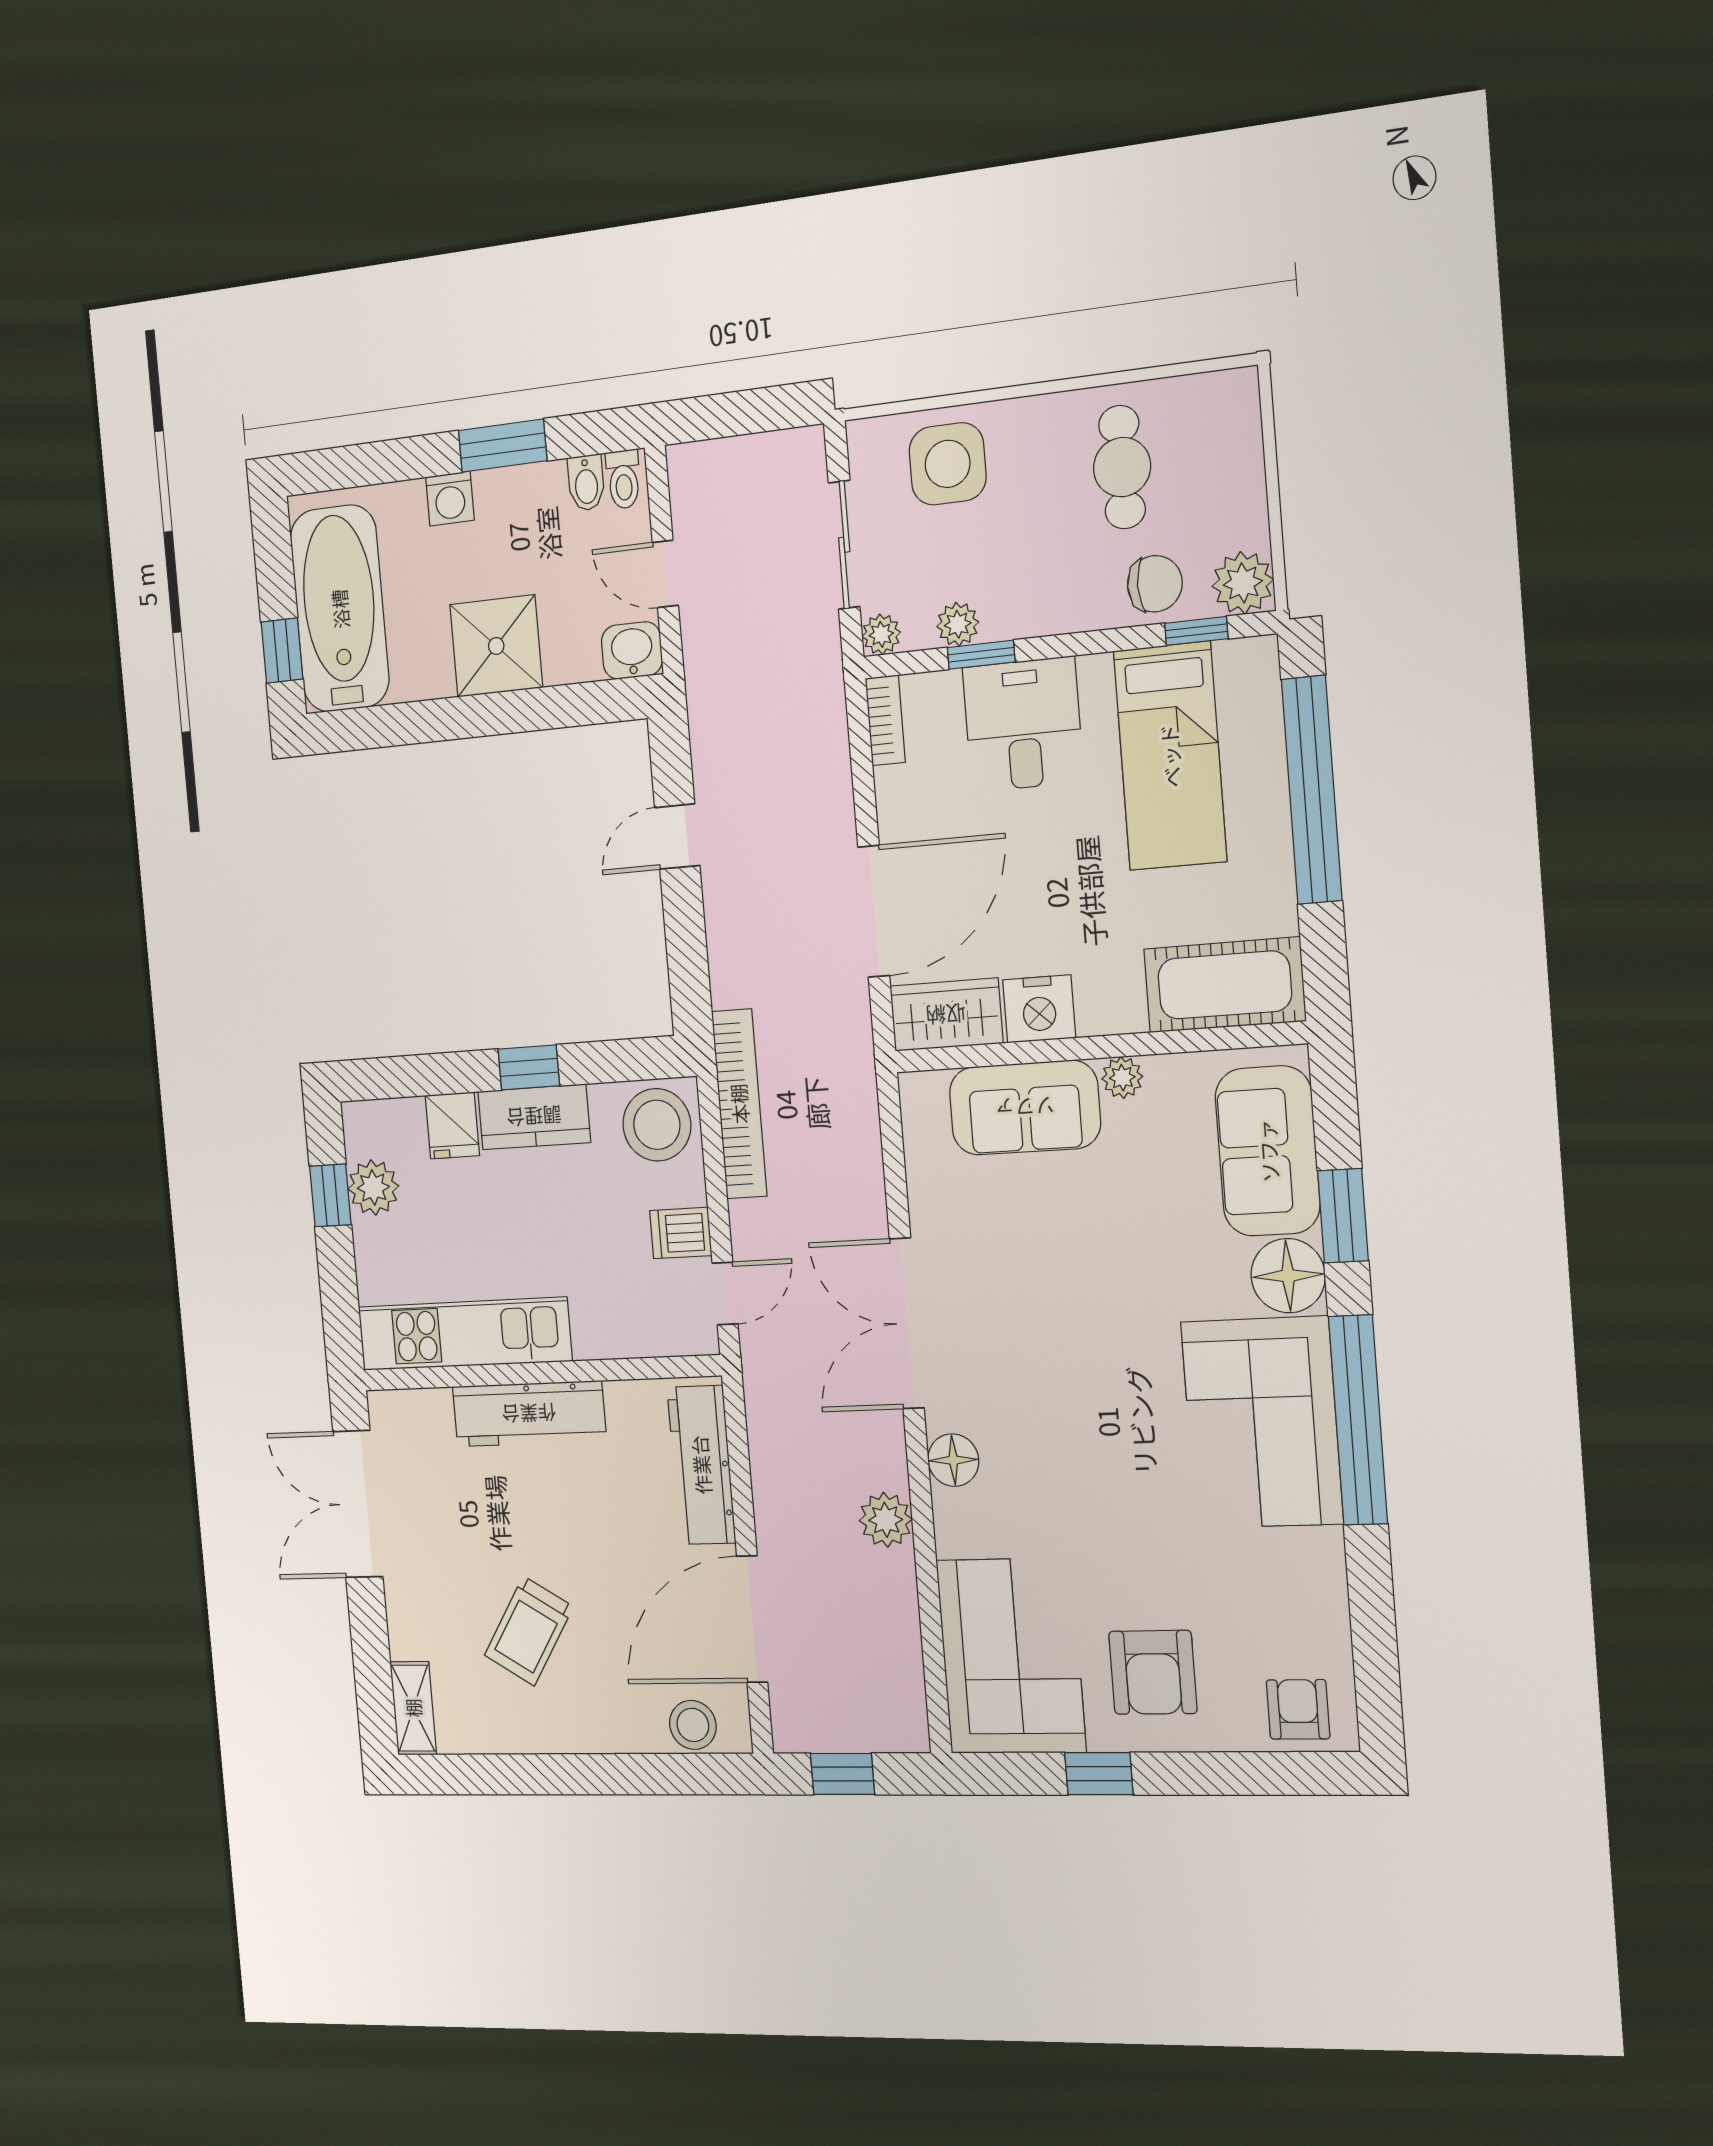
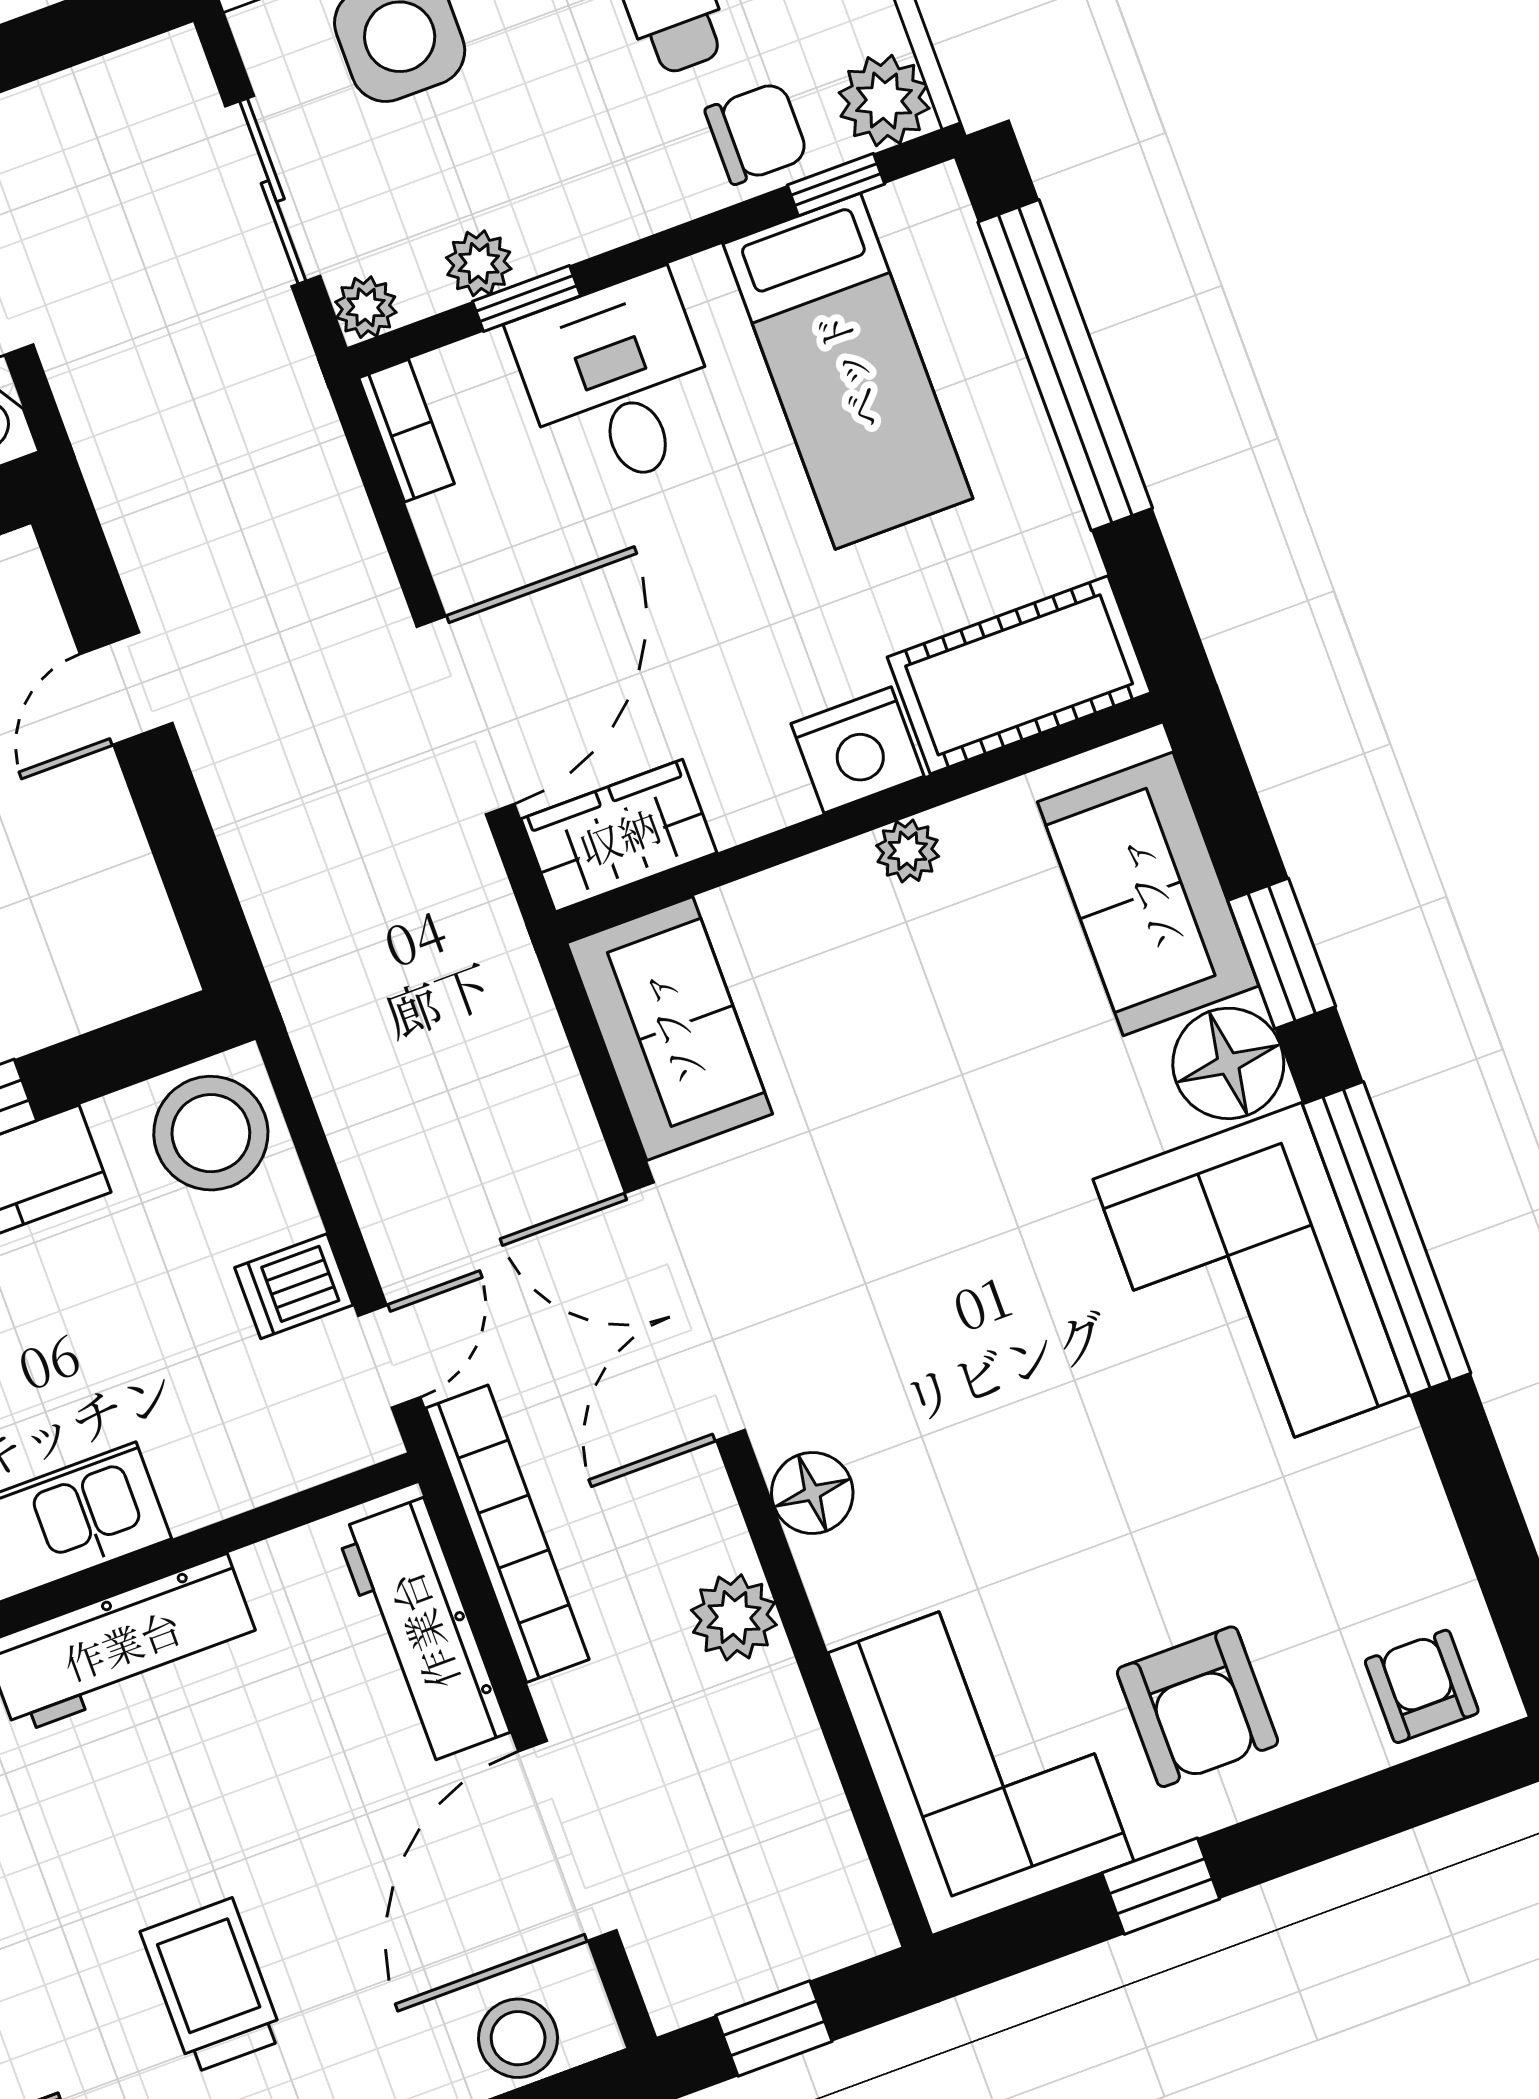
nightstand: (1039, 1009) -> (858, 750), moved
bookcase: (739, 1104) -> (507, 1534), moved
sofa: (1025, 1108) -> (670, 1028), moved, turned -90
trolley: (529, 1631) -> (212, 1986), turned 148

